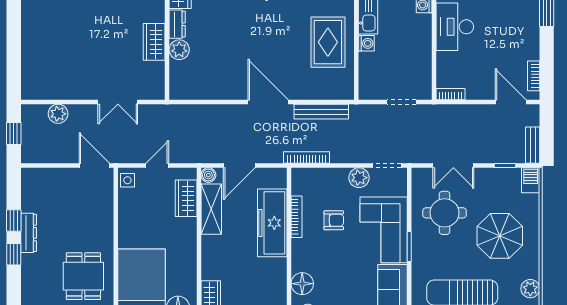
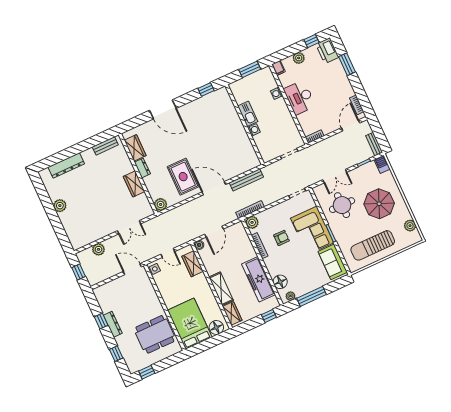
plant: (31, 24) -> (60, 206), added
rug: (328, 42) -> (183, 177), moved
plant: (179, 50) -> (161, 204), moved
door: (511, 102) -> (351, 125), hinge flipped
door: (157, 166) -> (168, 253), swing flipped
plant: (359, 178) -> (252, 222), moved
shelving: (211, 209) -> (221, 289), moved
freezer: (272, 223) -> (259, 279), moved
window: (14, 254) -> (116, 354), moved
dining table: (83, 276) -> (155, 334), width x1.37

